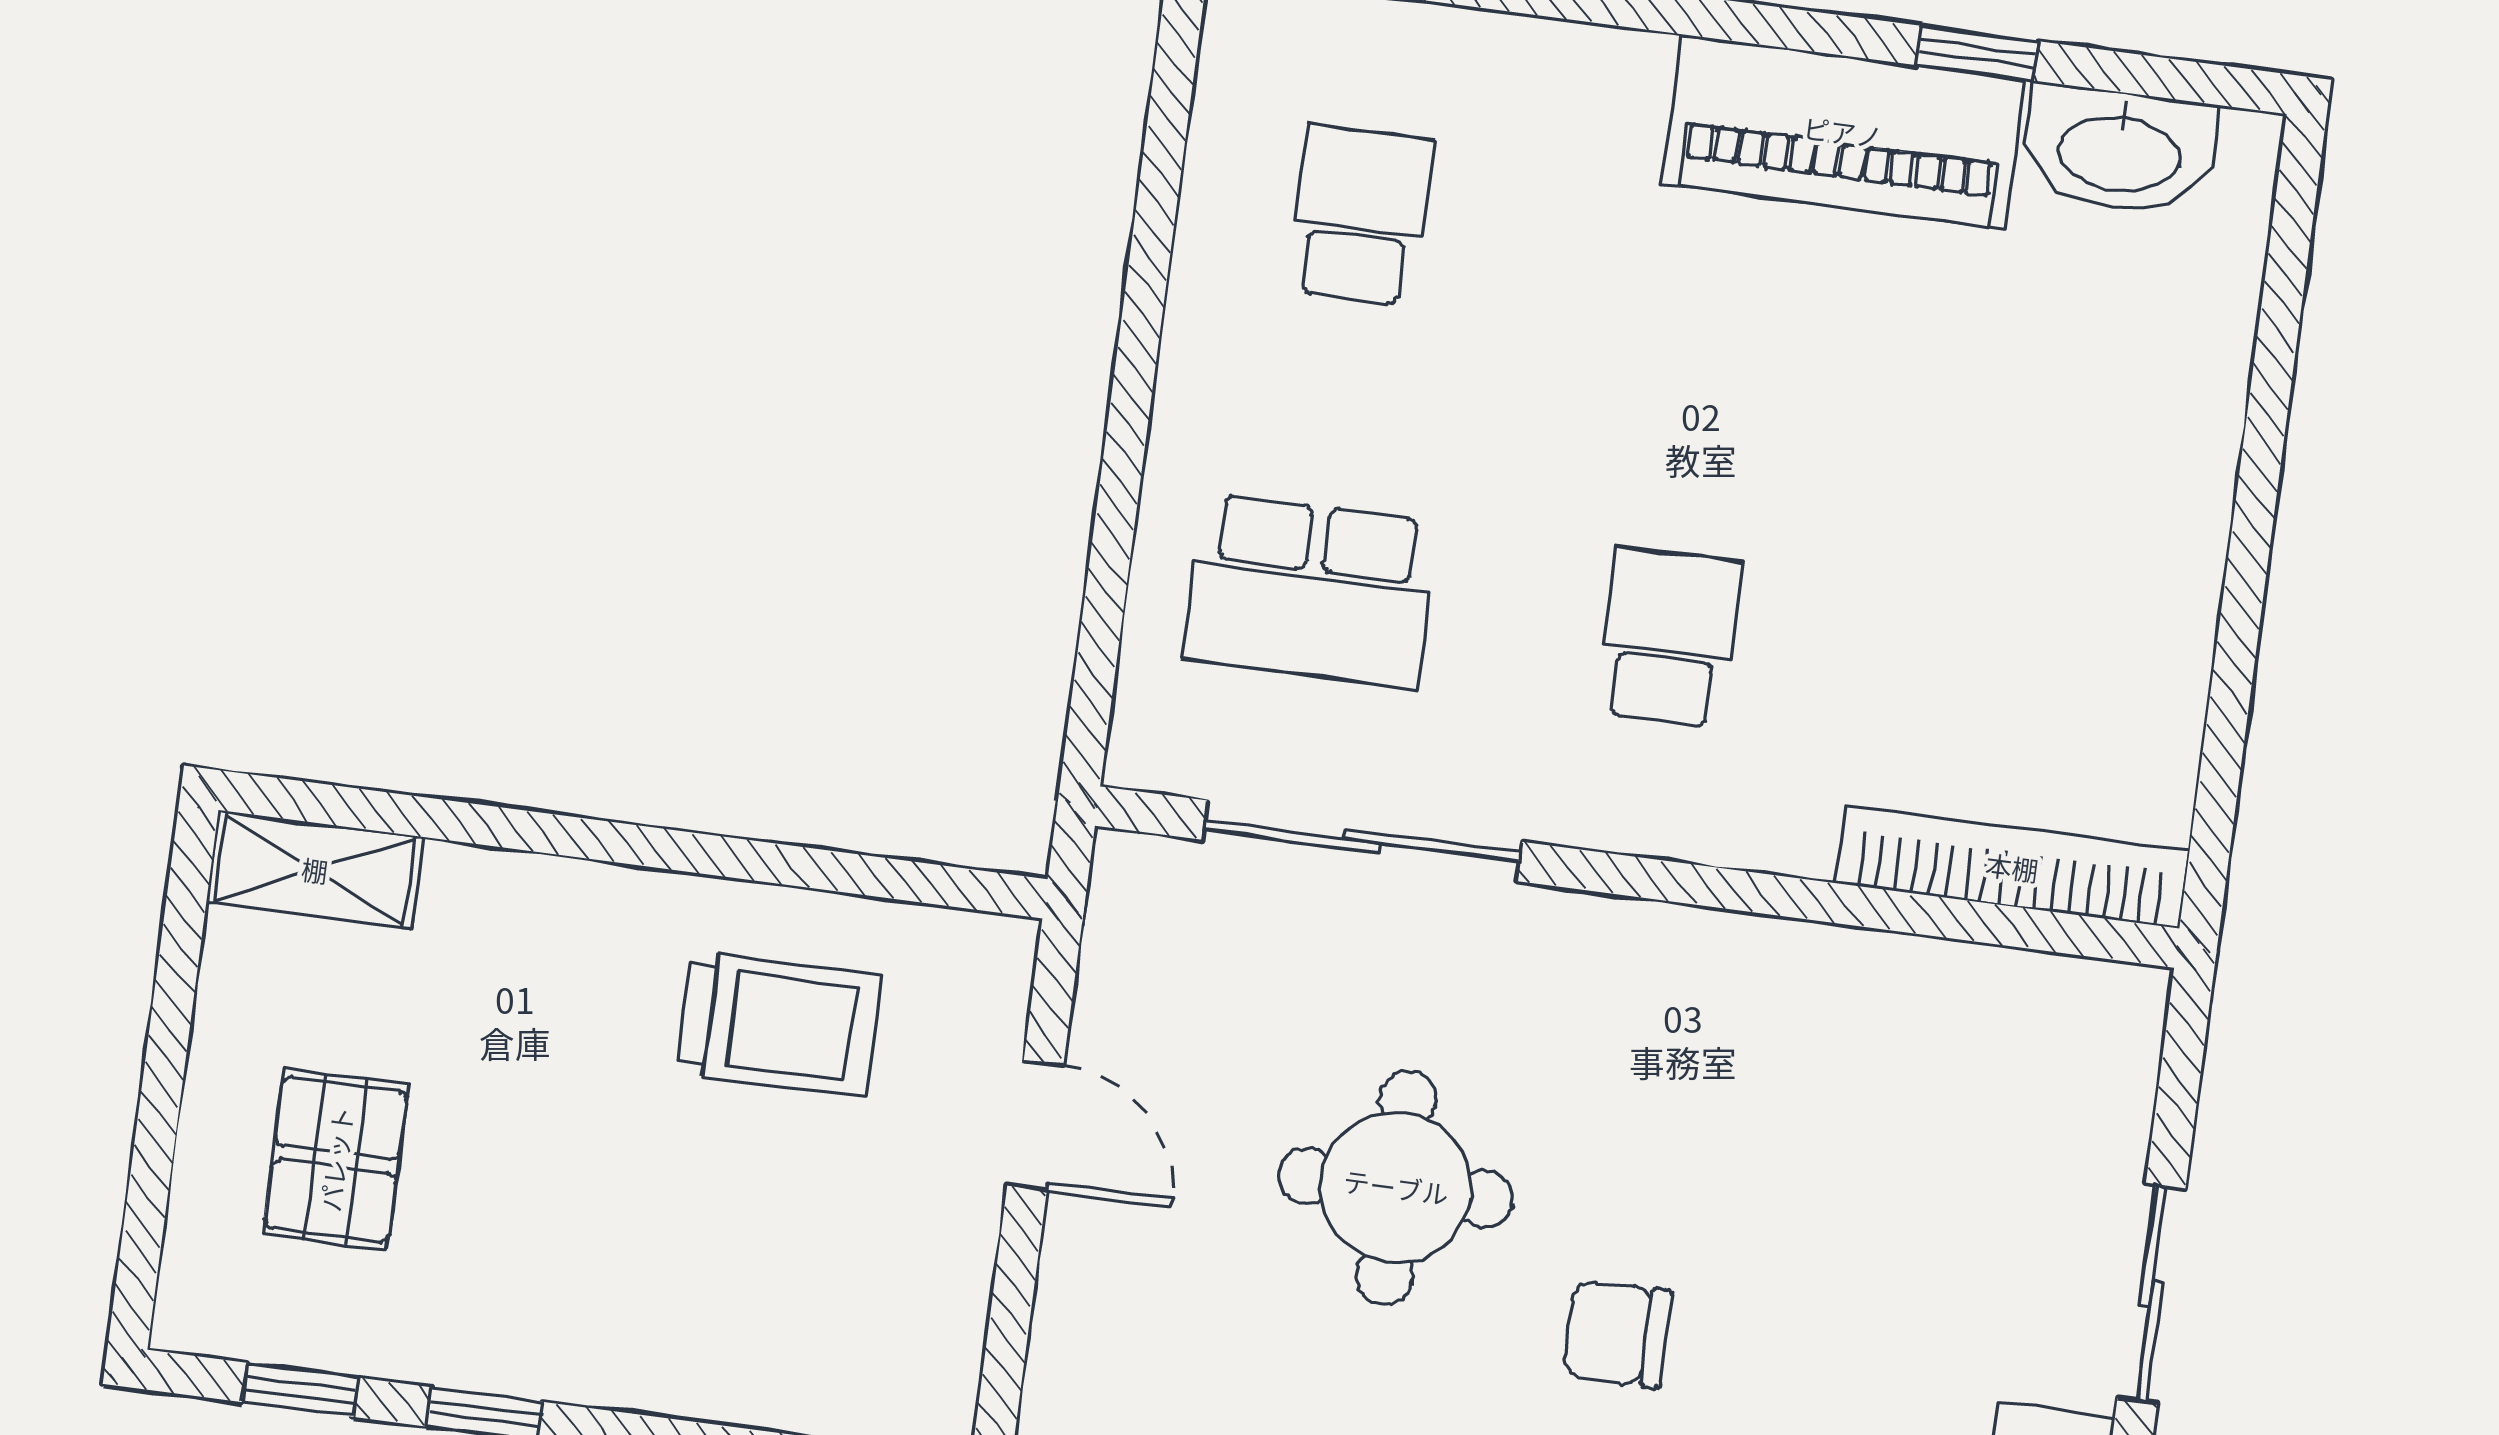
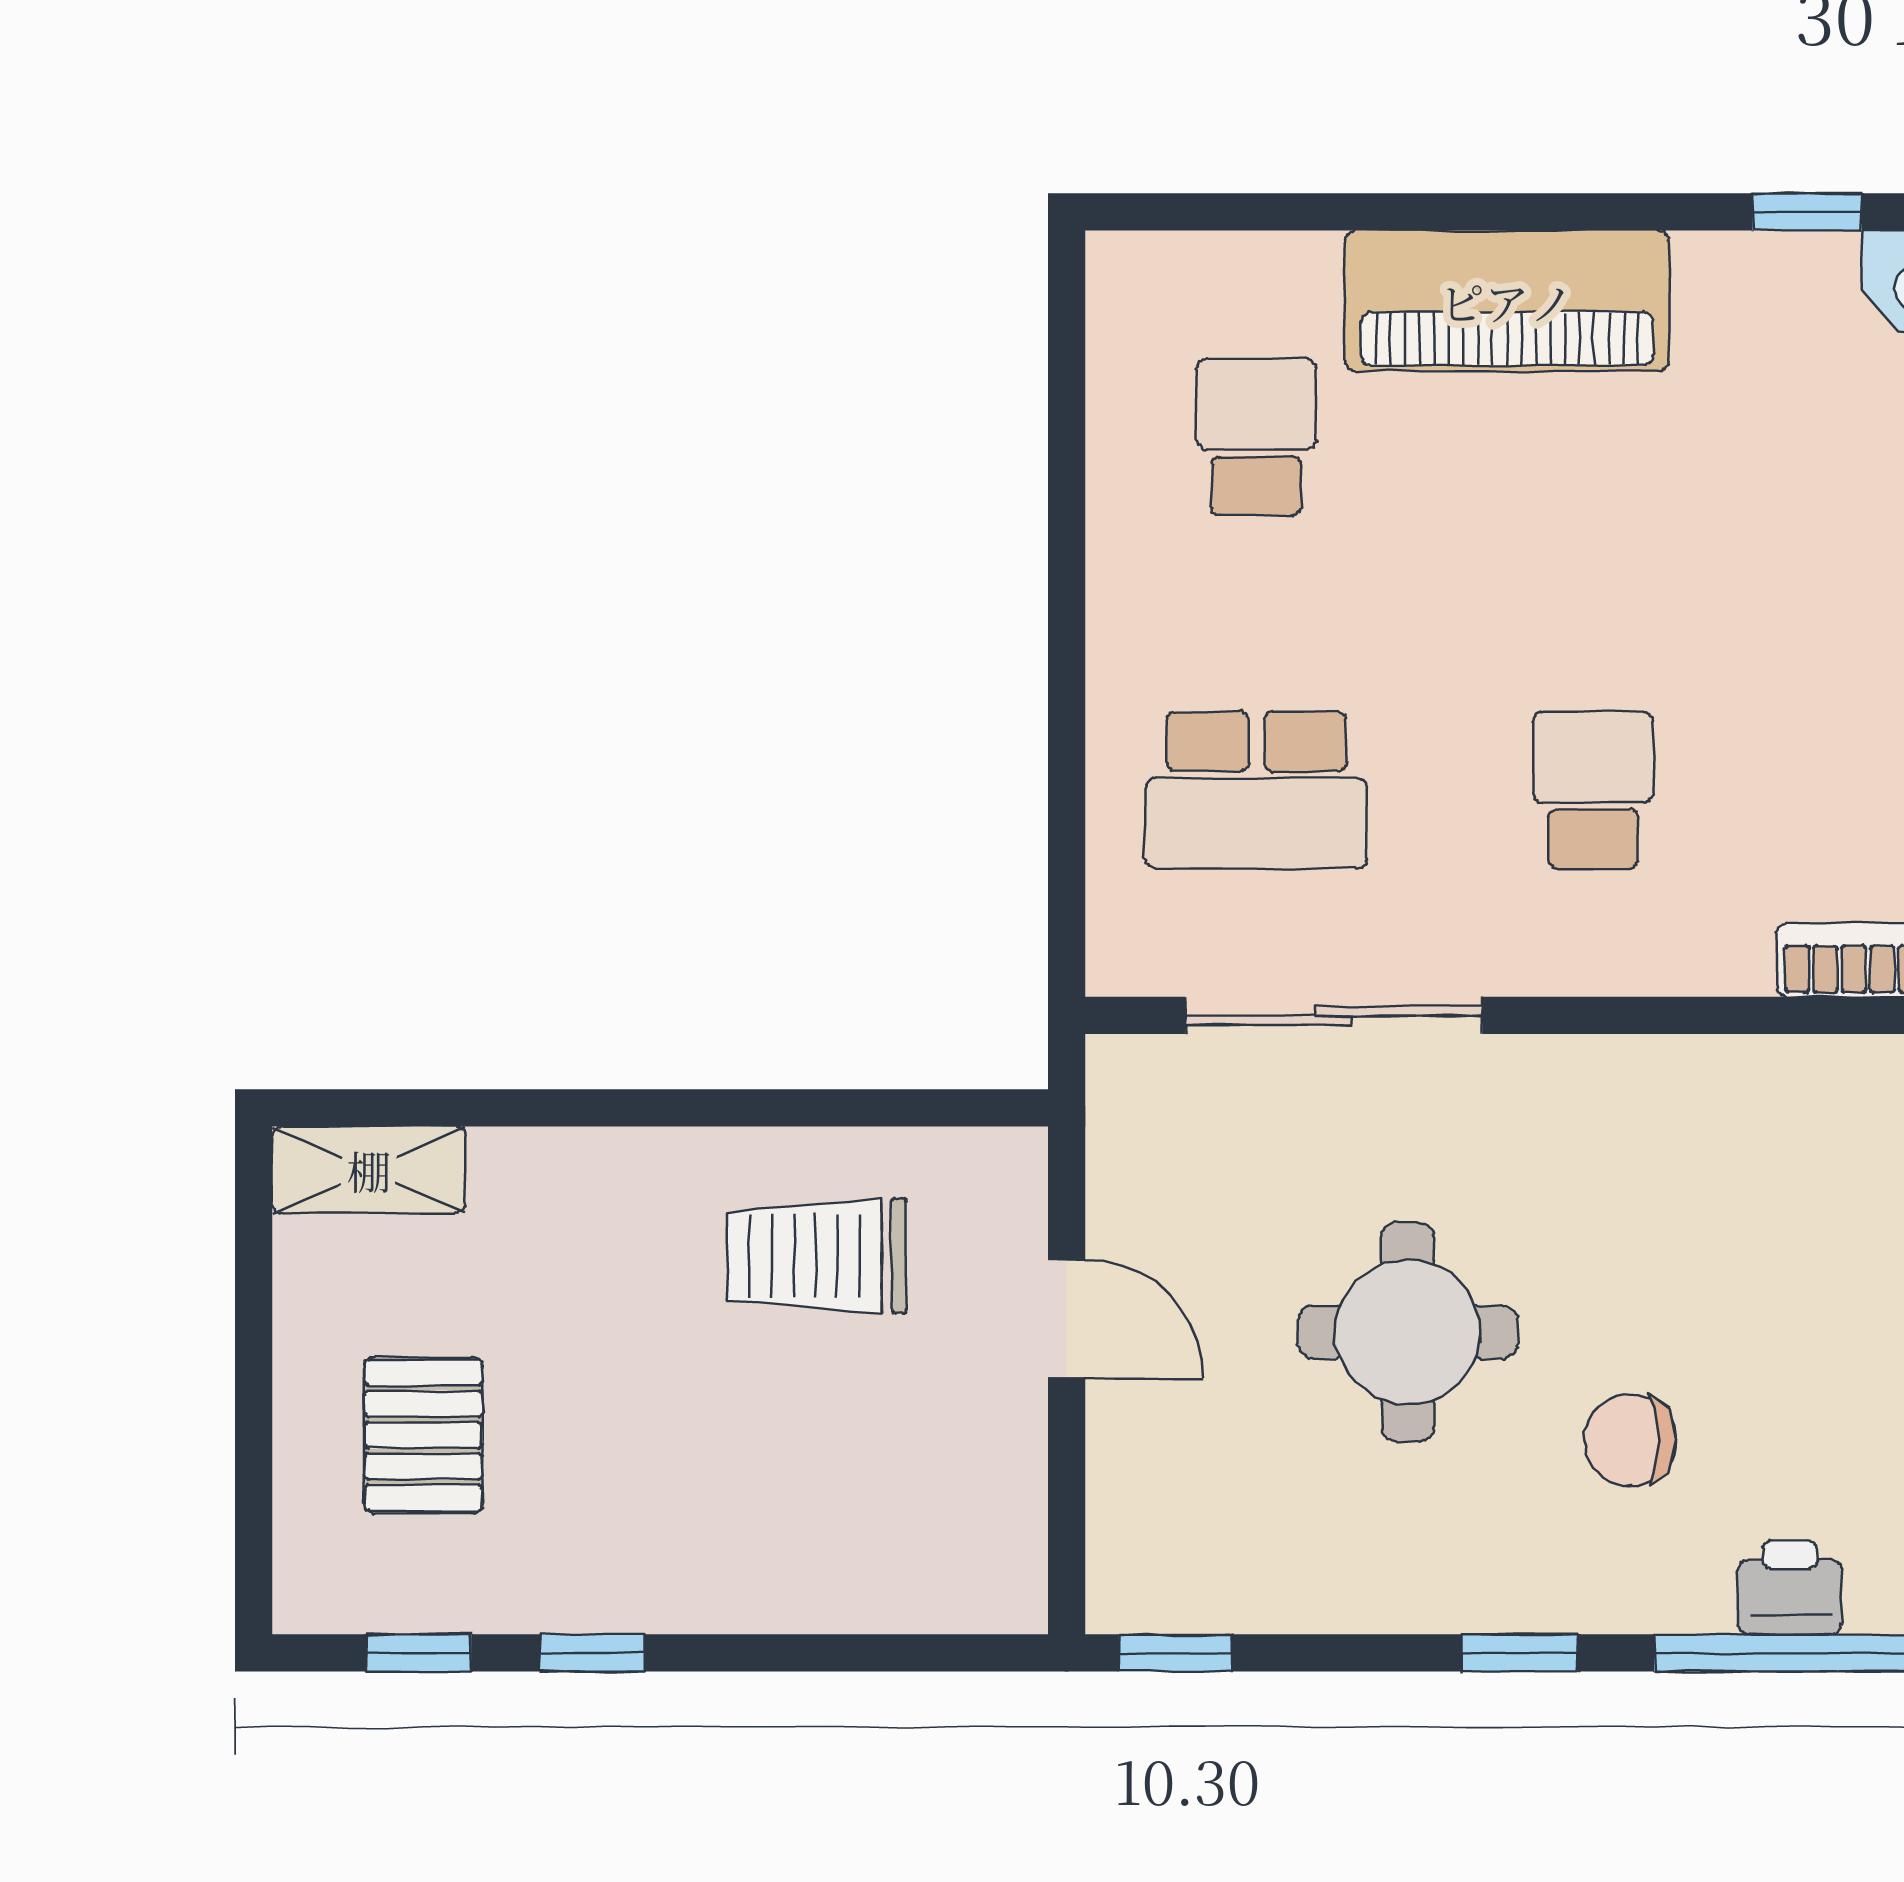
piano: (1843, 132) -> (1507, 301), moved
trolley: (779, 1024) -> (817, 1256), turned 180

